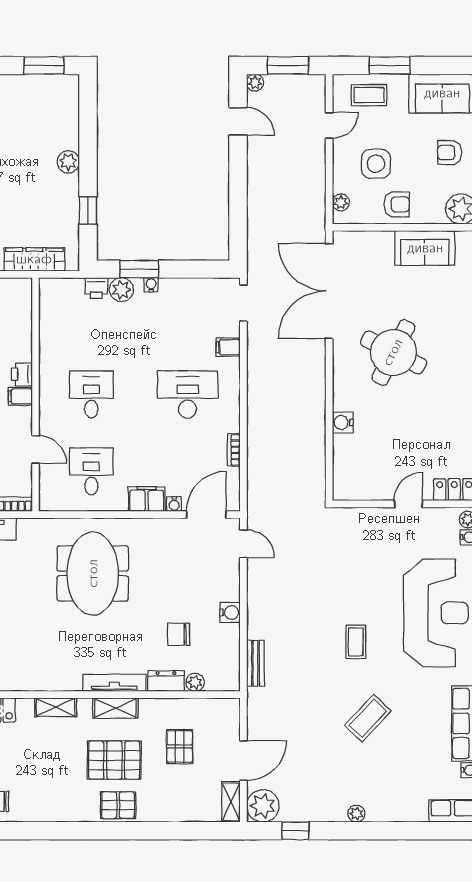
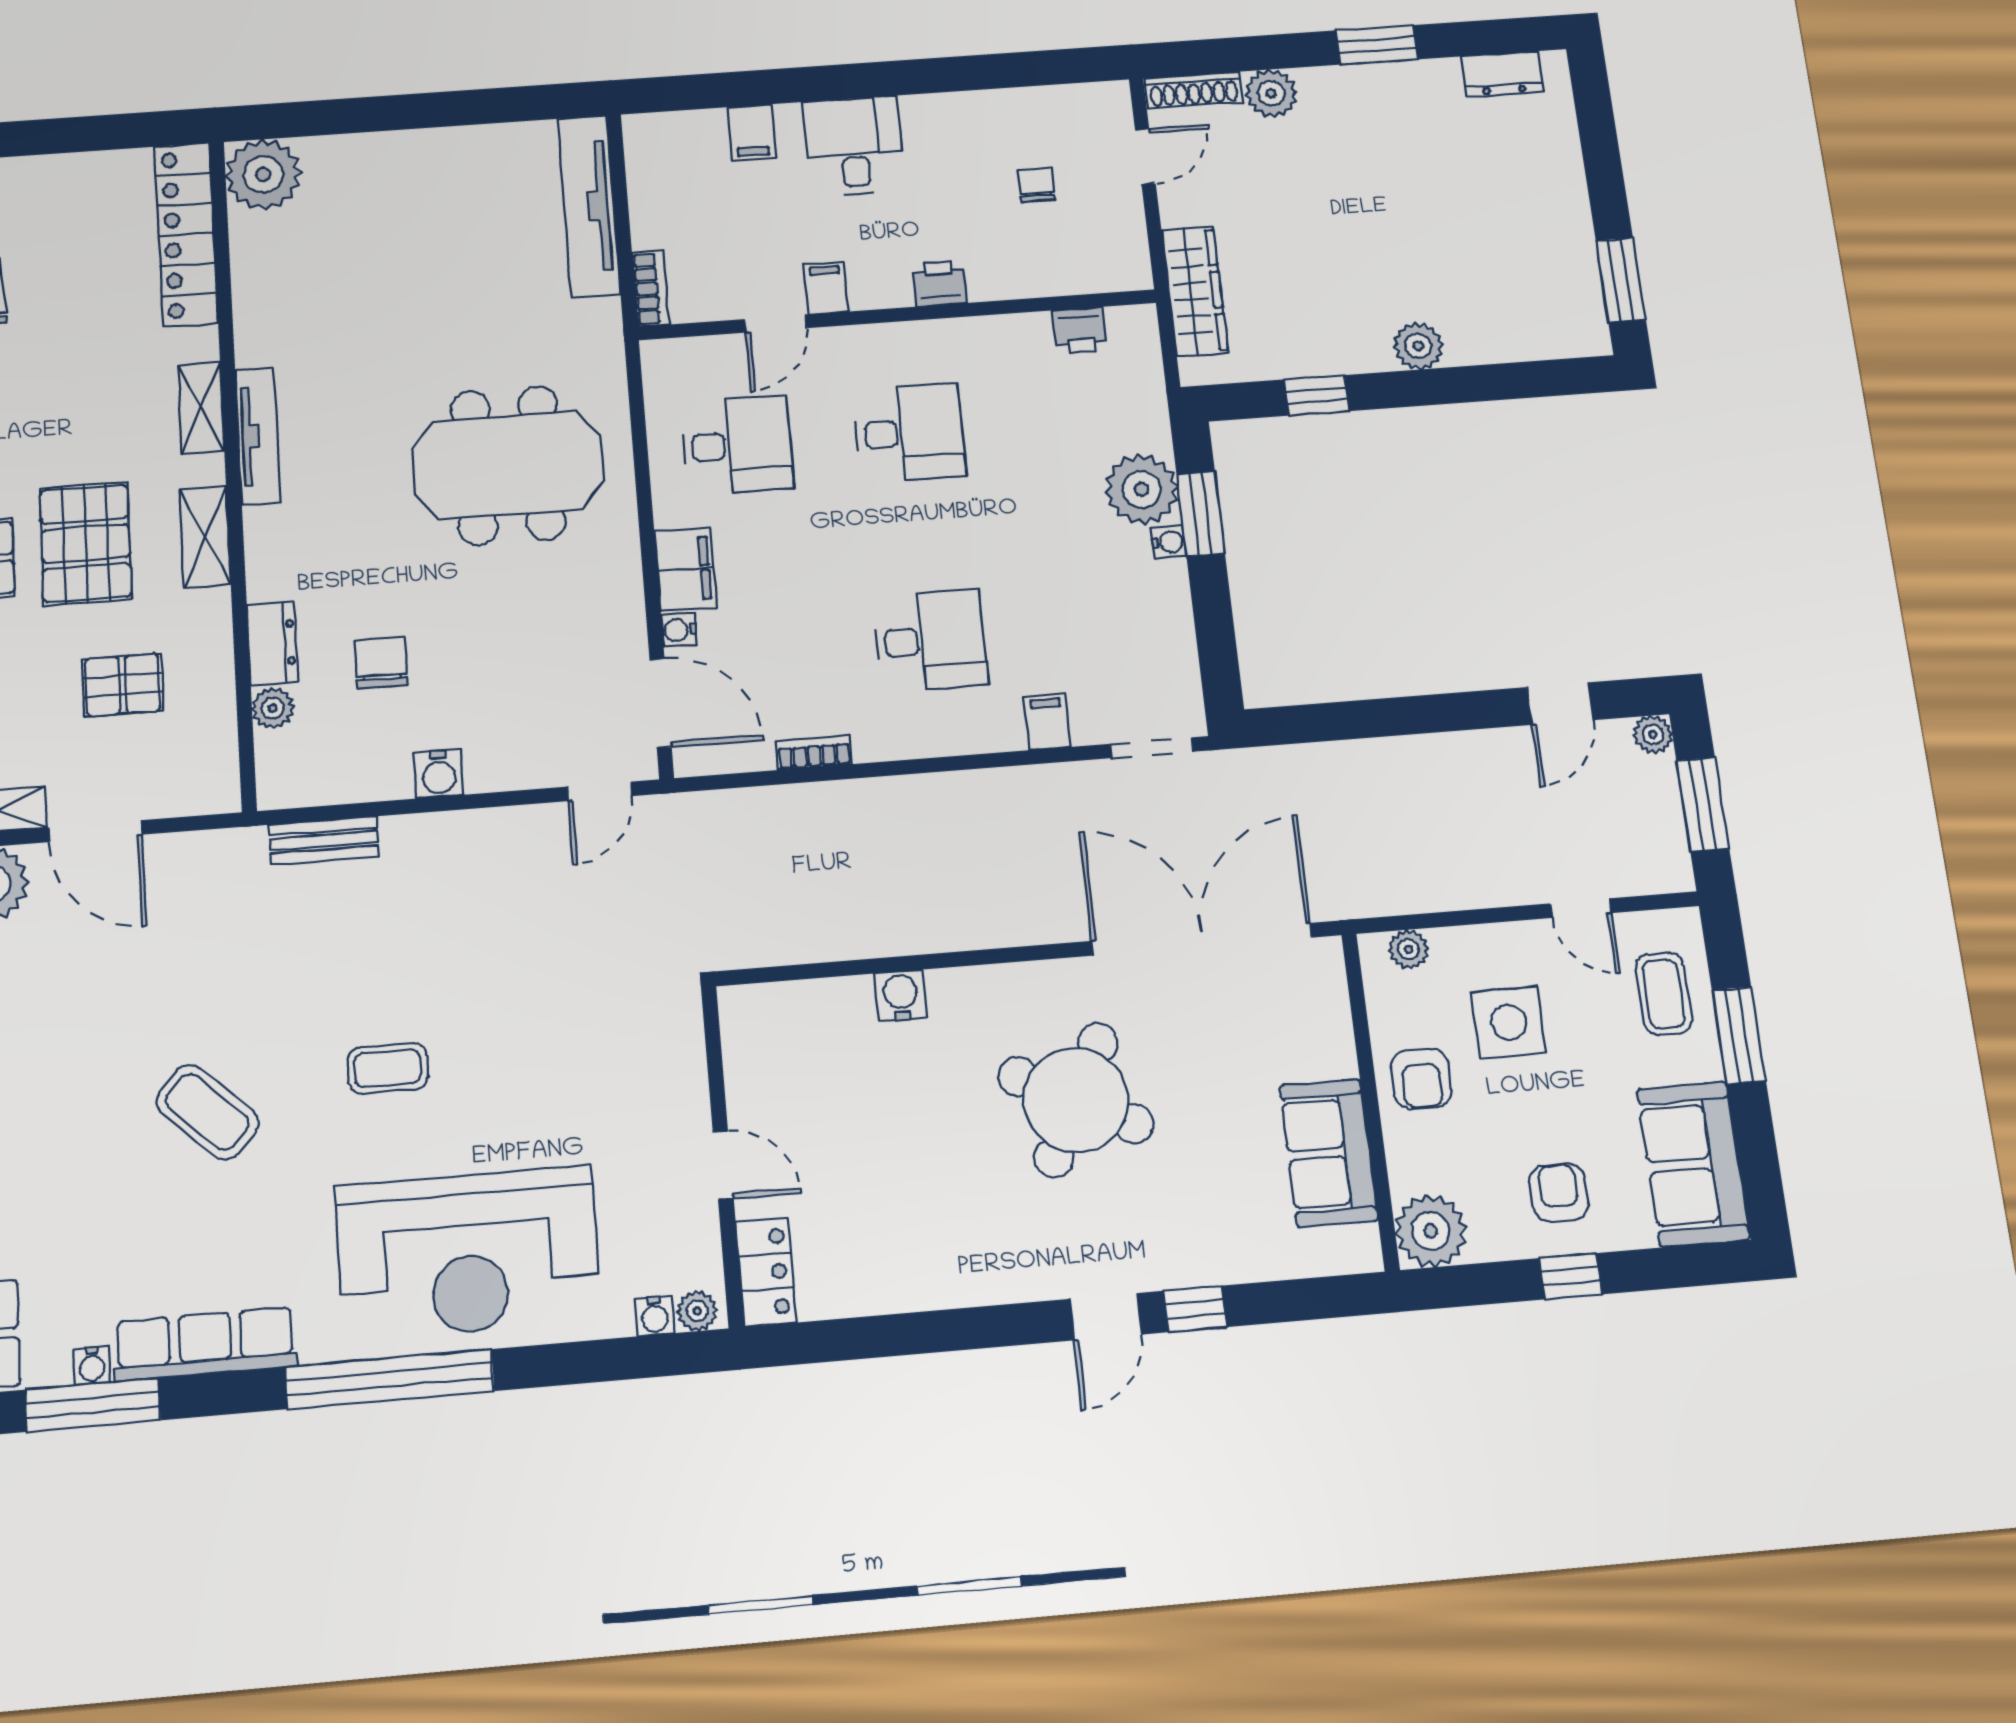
printer: (96, 288) -> (1080, 330), moved, turned -90
plant: (121, 290) -> (1142, 489), width x1.36, depth x1.36
desk: (188, 395) -> (930, 641), width x0.73
filing cabinet: (20, 396) -> (826, 288), moved
tv unit: (114, 683) -> (258, 436), moved

